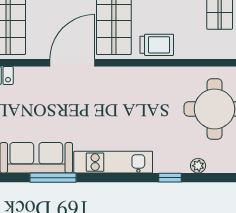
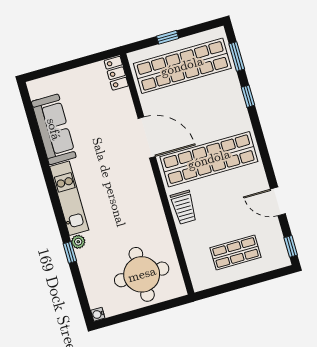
plant: (198, 166) -> (78, 242), moved
window: (53, 178) -> (40, 149), removed

